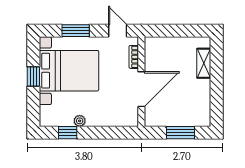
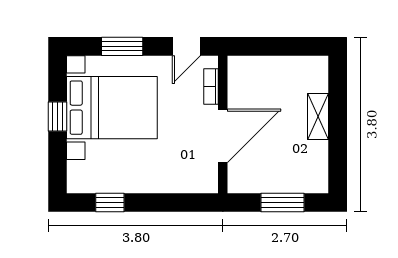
door: (118, 31) -> (186, 46), swing flipped
shelving: (204, 63) -> (318, 116), moved
plant: (80, 121) -> (128, 184), removed

